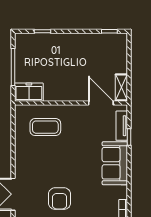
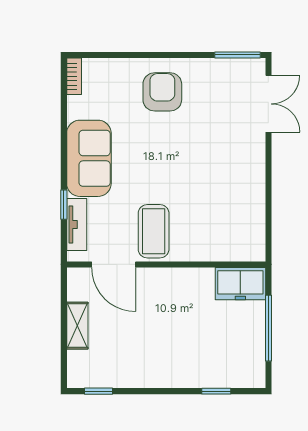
shelving: (121, 87) -> (77, 326), moved
coffee table: (45, 127) -> (154, 231), moved, turned 90
armchair: (60, 199) -> (162, 92), moved

